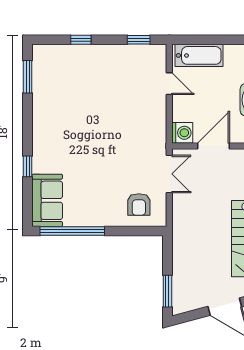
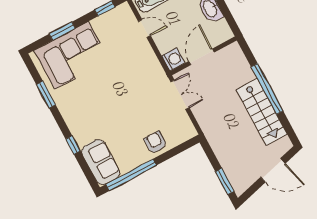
window: (81, 40) -> (62, 31), width x1.50
corner sofa: (77, 71) -> (72, 55), added
window: (28, 77) -> (46, 95), moved
armchair: (139, 205) -> (155, 142), moved, turned 180

